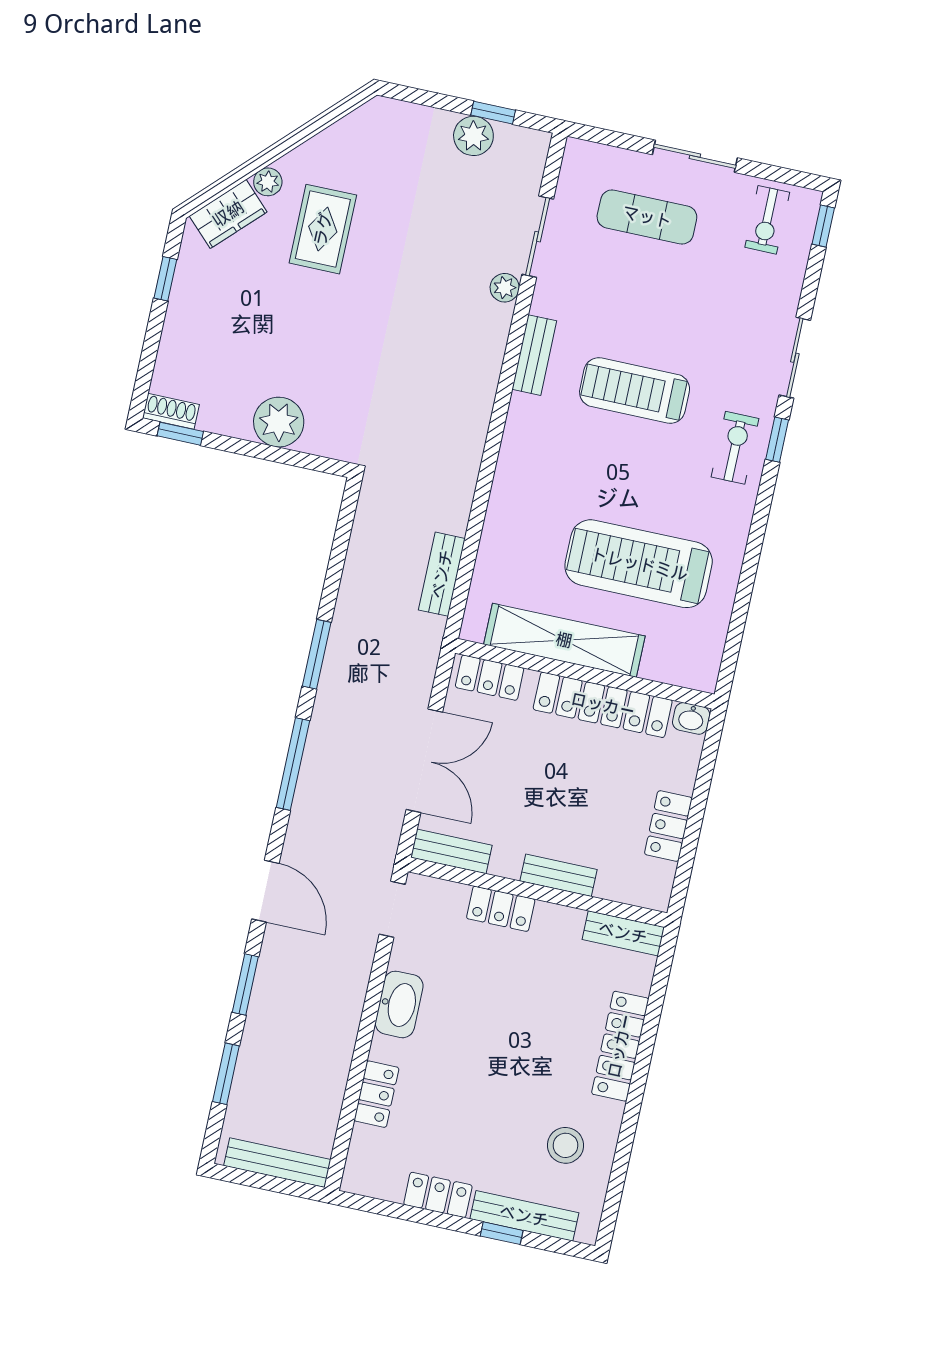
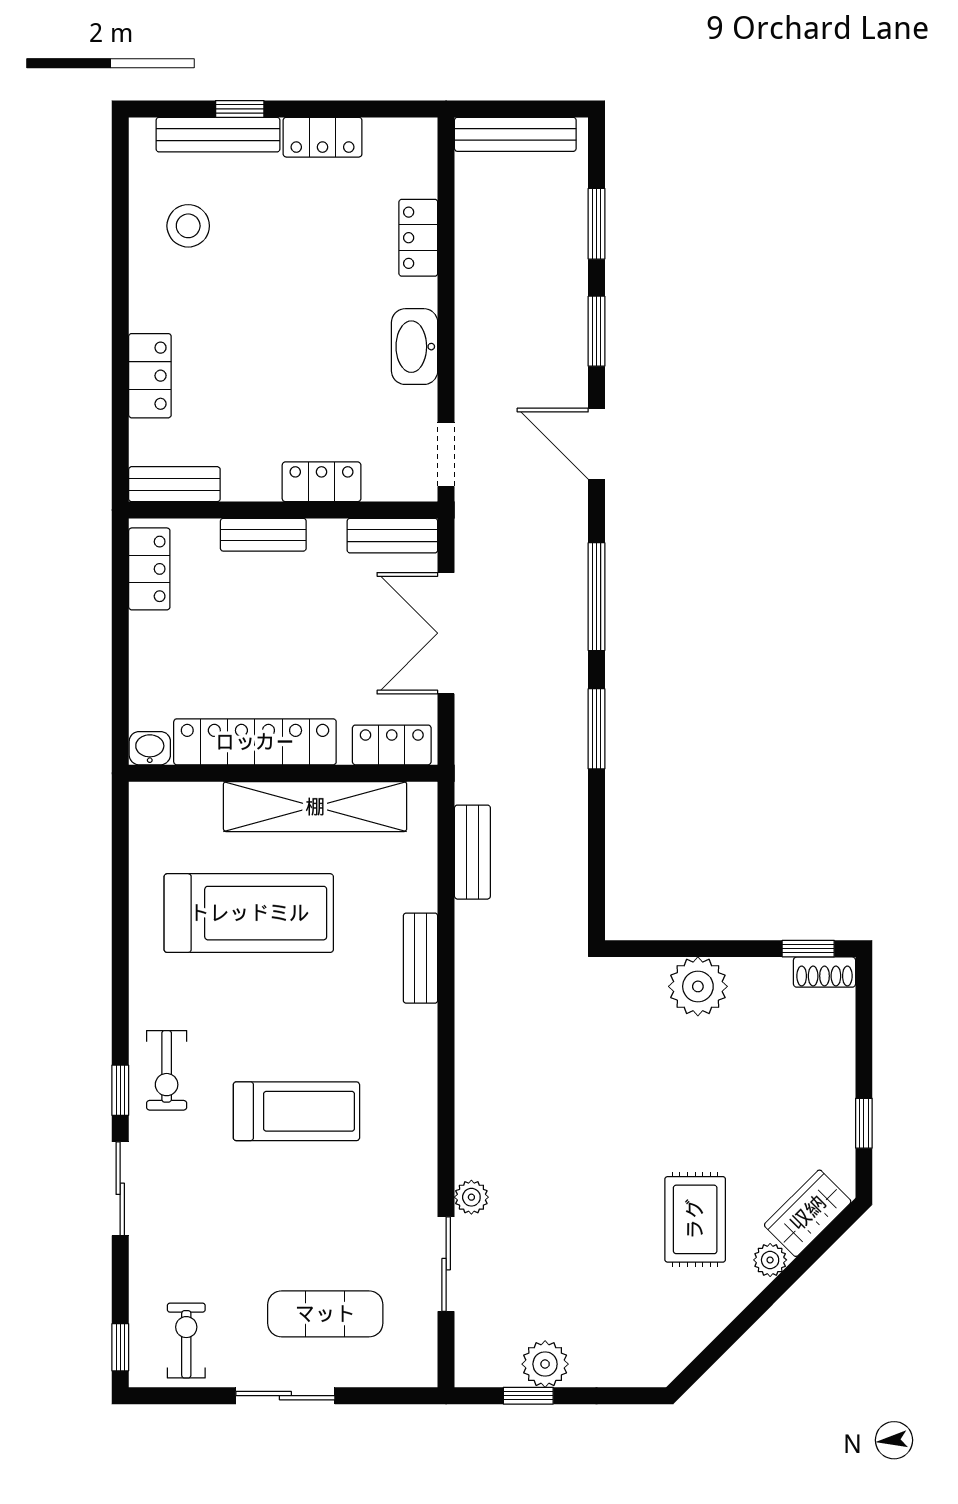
bench: (534, 355) -> (421, 958), moved
locker: (668, 826) -> (149, 569), moved
locker: (620, 1046) -> (150, 376), width x0.66

